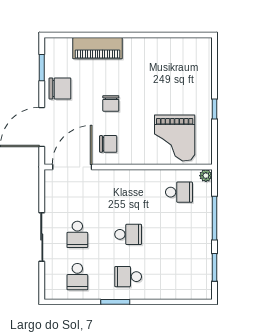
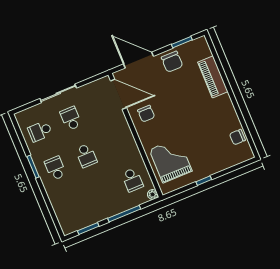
chair: (111, 103) -> (237, 137), moved
grand piano: (175, 138) -> (171, 160), turned 90
school desk: (77, 234) -> (71, 118), turned 90

